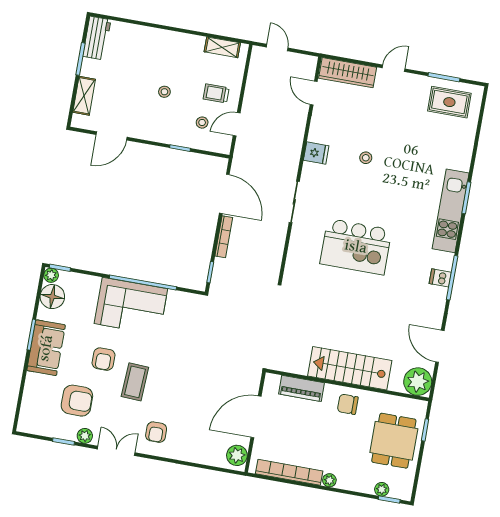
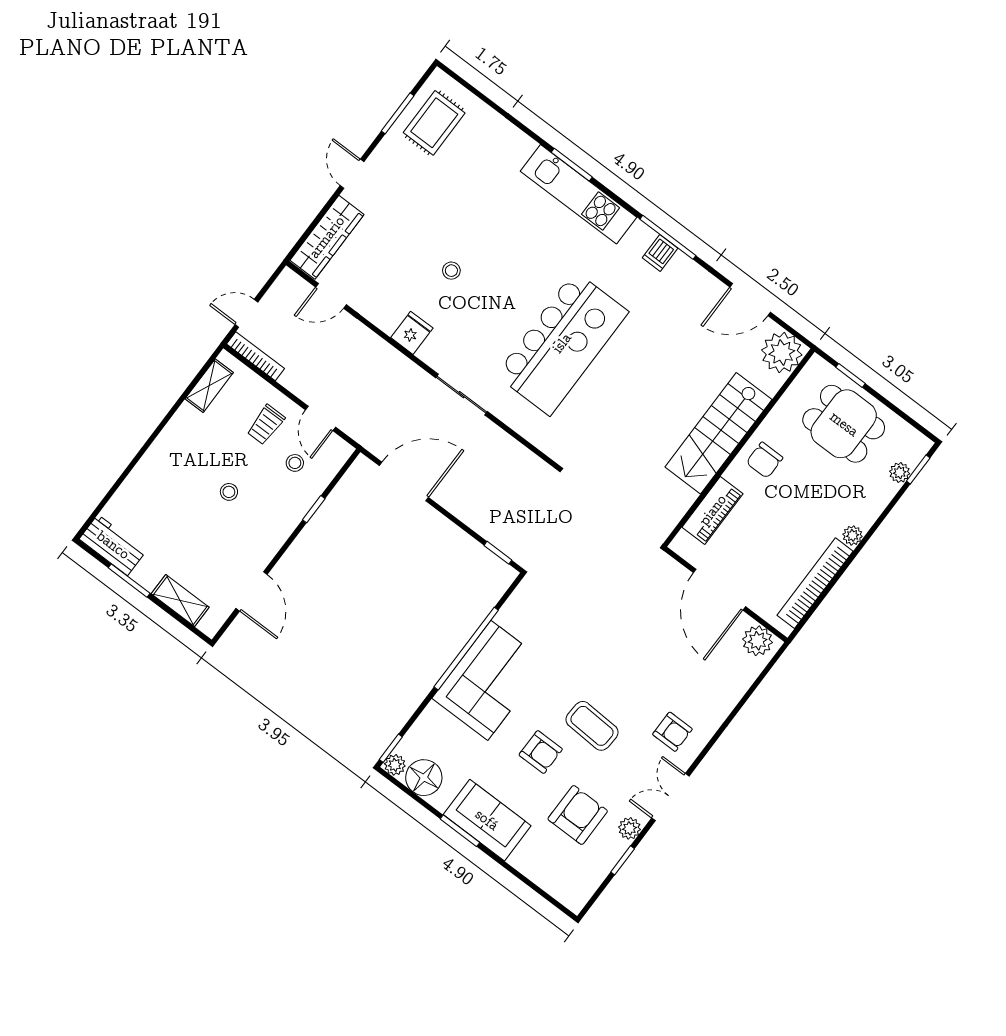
bookcase: (224, 237) -> (255, 356), moved
kitchen island: (356, 247) -> (562, 343), width x1.37

